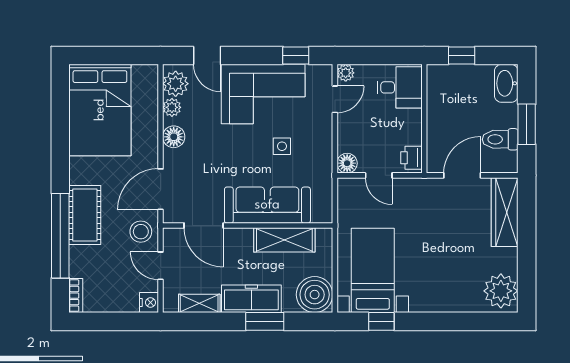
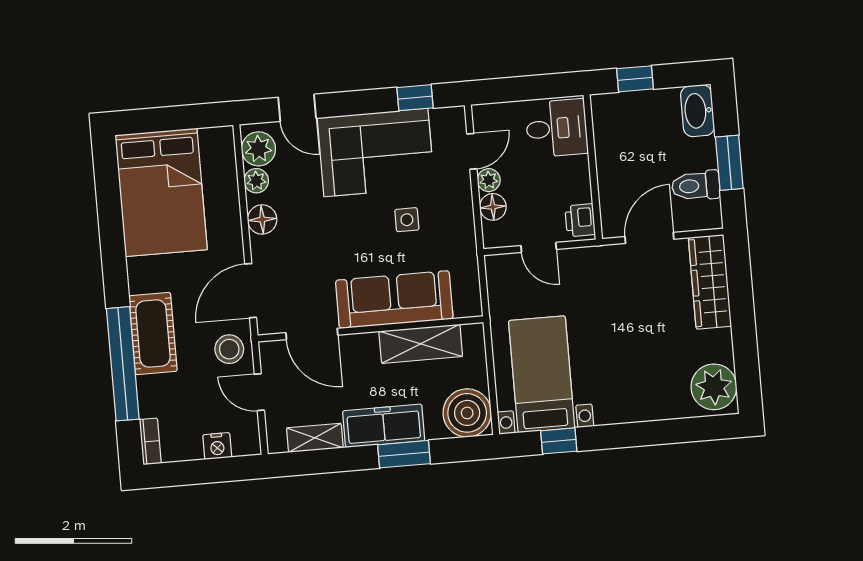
plant: (346, 73) -> (489, 180), moved
floor lamp: (347, 163) -> (493, 207), moved
nightstand: (149, 302) -> (217, 446), moved, turned 90

